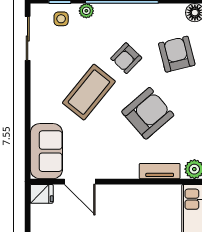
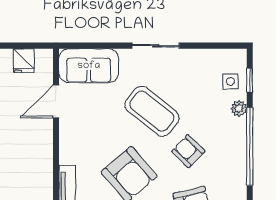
sliding door: (28, 38) -> (156, 46), moved
fridge: (42, 194) -> (23, 61), moved

